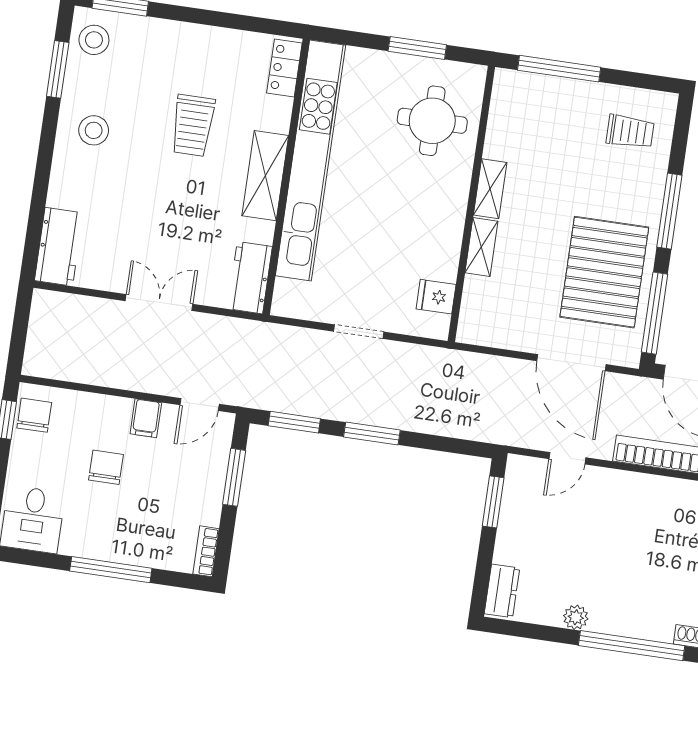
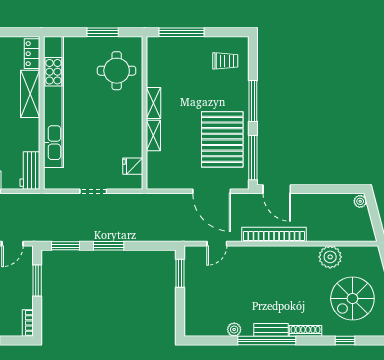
shelving: (265, 176) -> (30, 94), moved
dresser: (502, 591) -> (192, 321), removed
bench: (642, 628) -> (271, 330), added

